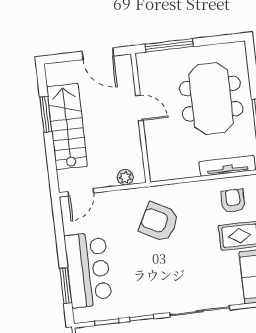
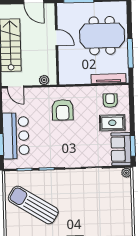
meeting table: (211, 99) -> (102, 36), turned 90
door: (81, 192) -> (15, 87), hinge flipped
armchair: (159, 222) -> (63, 110), turned -118

